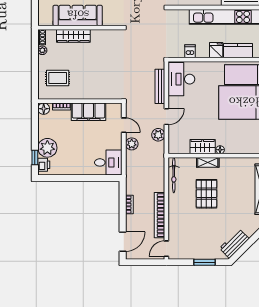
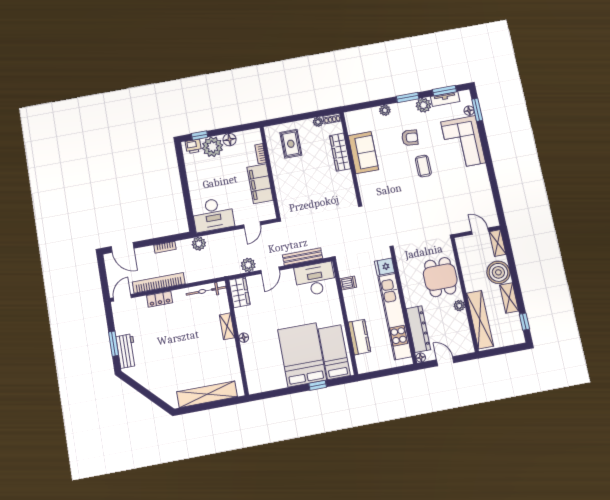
sofa: (78, 15) -> (363, 153), width x0.73
fridge: (216, 50) -> (385, 267), moved, turned 180
floor lamp: (44, 109) -> (230, 140), moved
door: (166, 117) -> (270, 270), hinge flipped
plant: (132, 144) -> (199, 244), moved
wardrobe: (203, 147) -> (239, 292), moved
desk: (108, 162) -> (213, 215), width x1.37
pallet: (206, 194) -> (191, 331), removed
locker: (174, 217) -> (160, 299), added
workbench: (234, 243) -> (127, 351), moved, turned 45
door: (166, 249) -> (122, 298), hinge flipped

